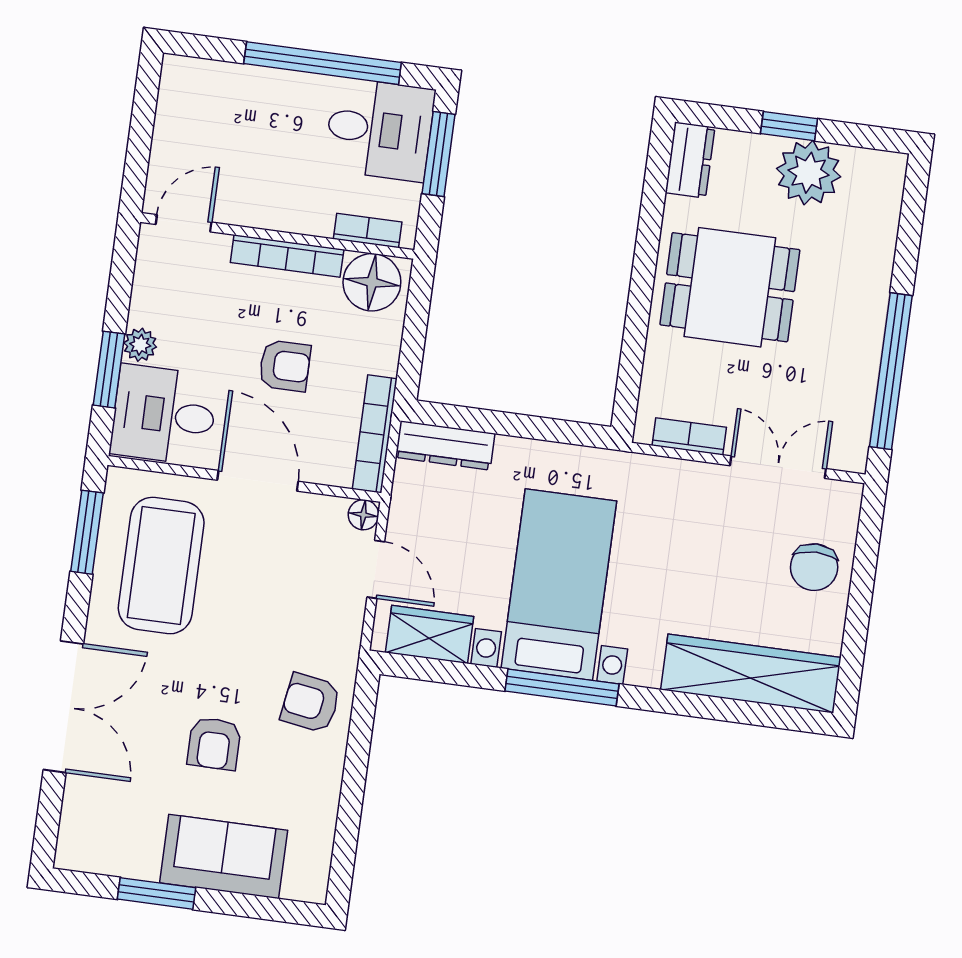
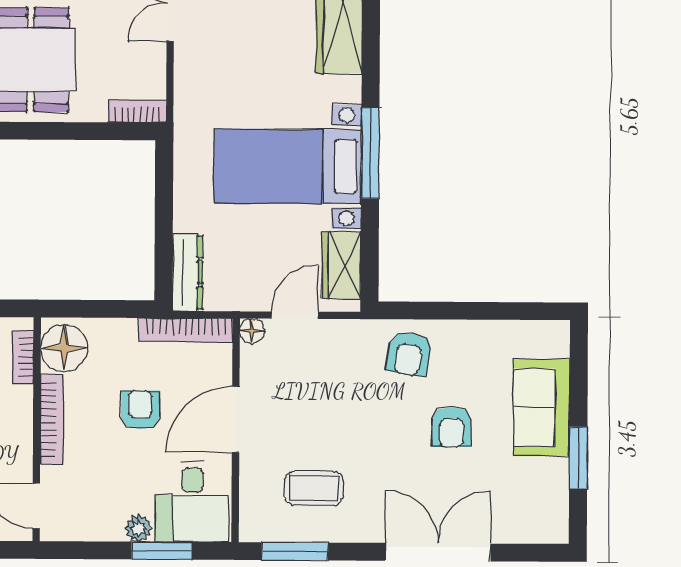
bookcase: (689, 436) -> (137, 111), moved, turned 90
coffee table: (161, 566) -> (314, 488), width x0.54, depth x0.58
armchair: (214, 744) -> (452, 427), turned 90

